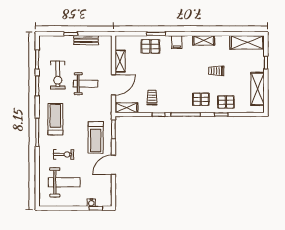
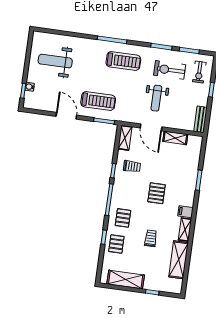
bench: (86, 40) -> (200, 119), moved
filing cabinet: (177, 42) -> (185, 212), moved
shelving: (247, 42) -> (179, 260), moved
pallet: (150, 46) -> (157, 193), moved
treadmill: (96, 137) -> (98, 101), turned 180
exercise bike: (64, 154) -> (199, 72), moved
weight bench: (64, 182) -> (55, 61), turned 90

